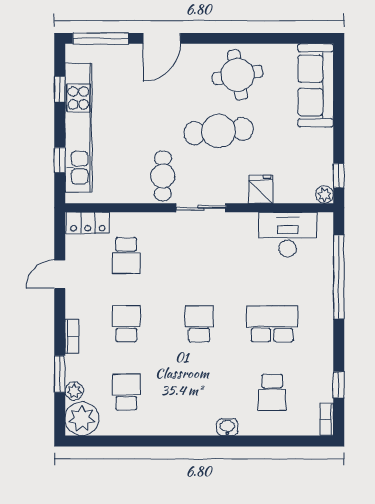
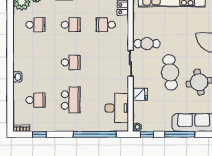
window: (339, 112) -> (180, 134), added
school desk: (272, 392) -> (35, 100), turned 180

